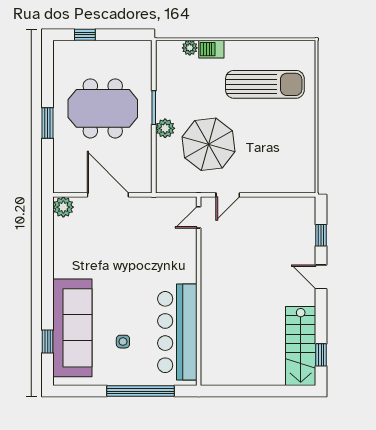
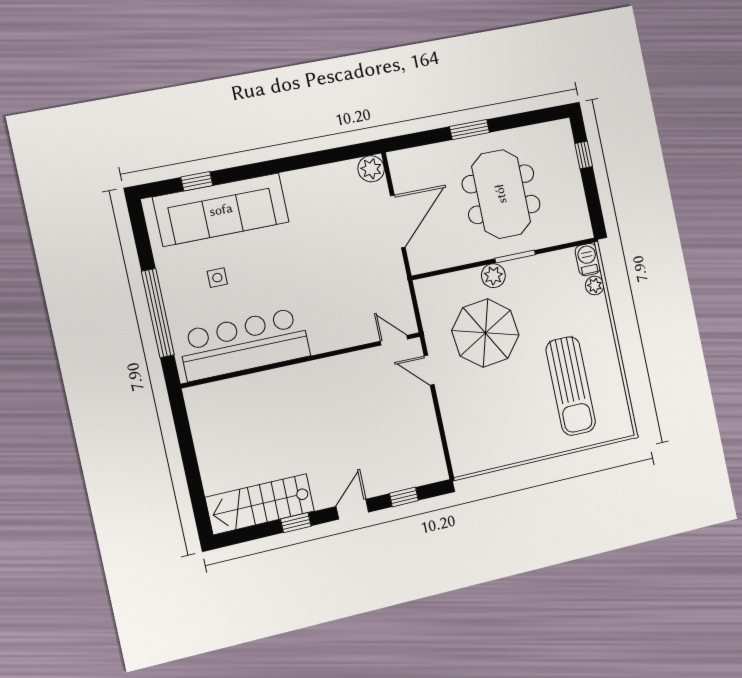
barbecue: (211, 49) -> (588, 260), moved
window: (321, 355) -> (296, 523), moved

